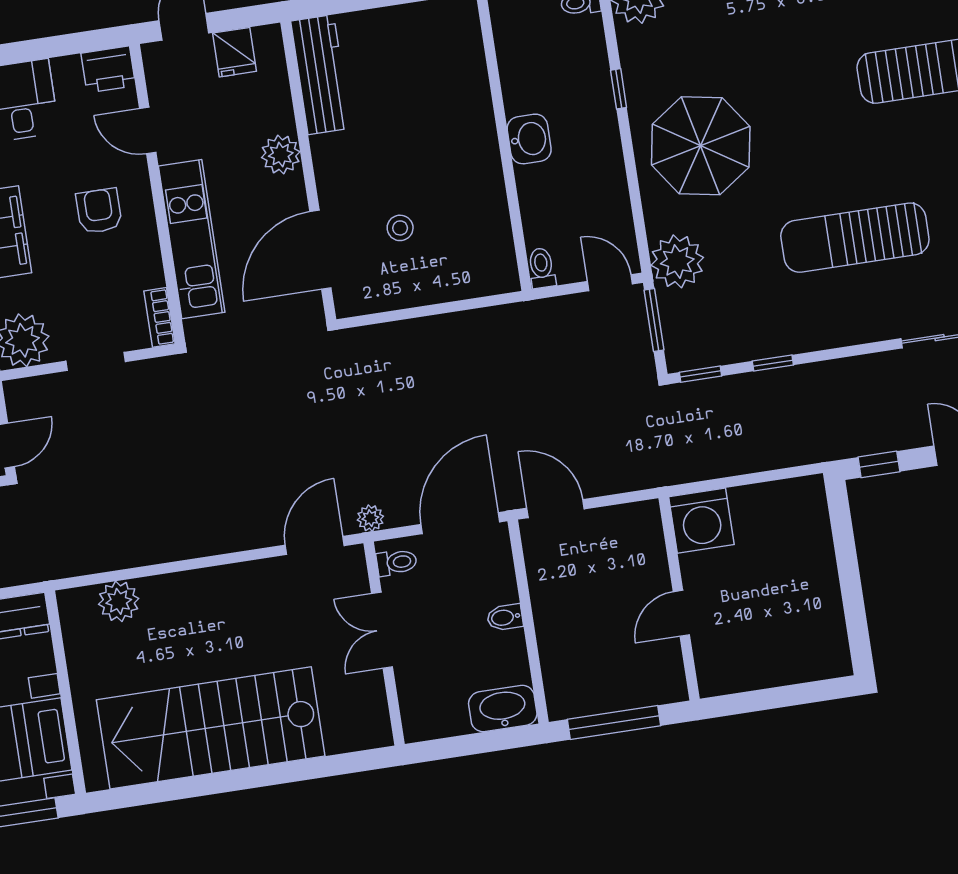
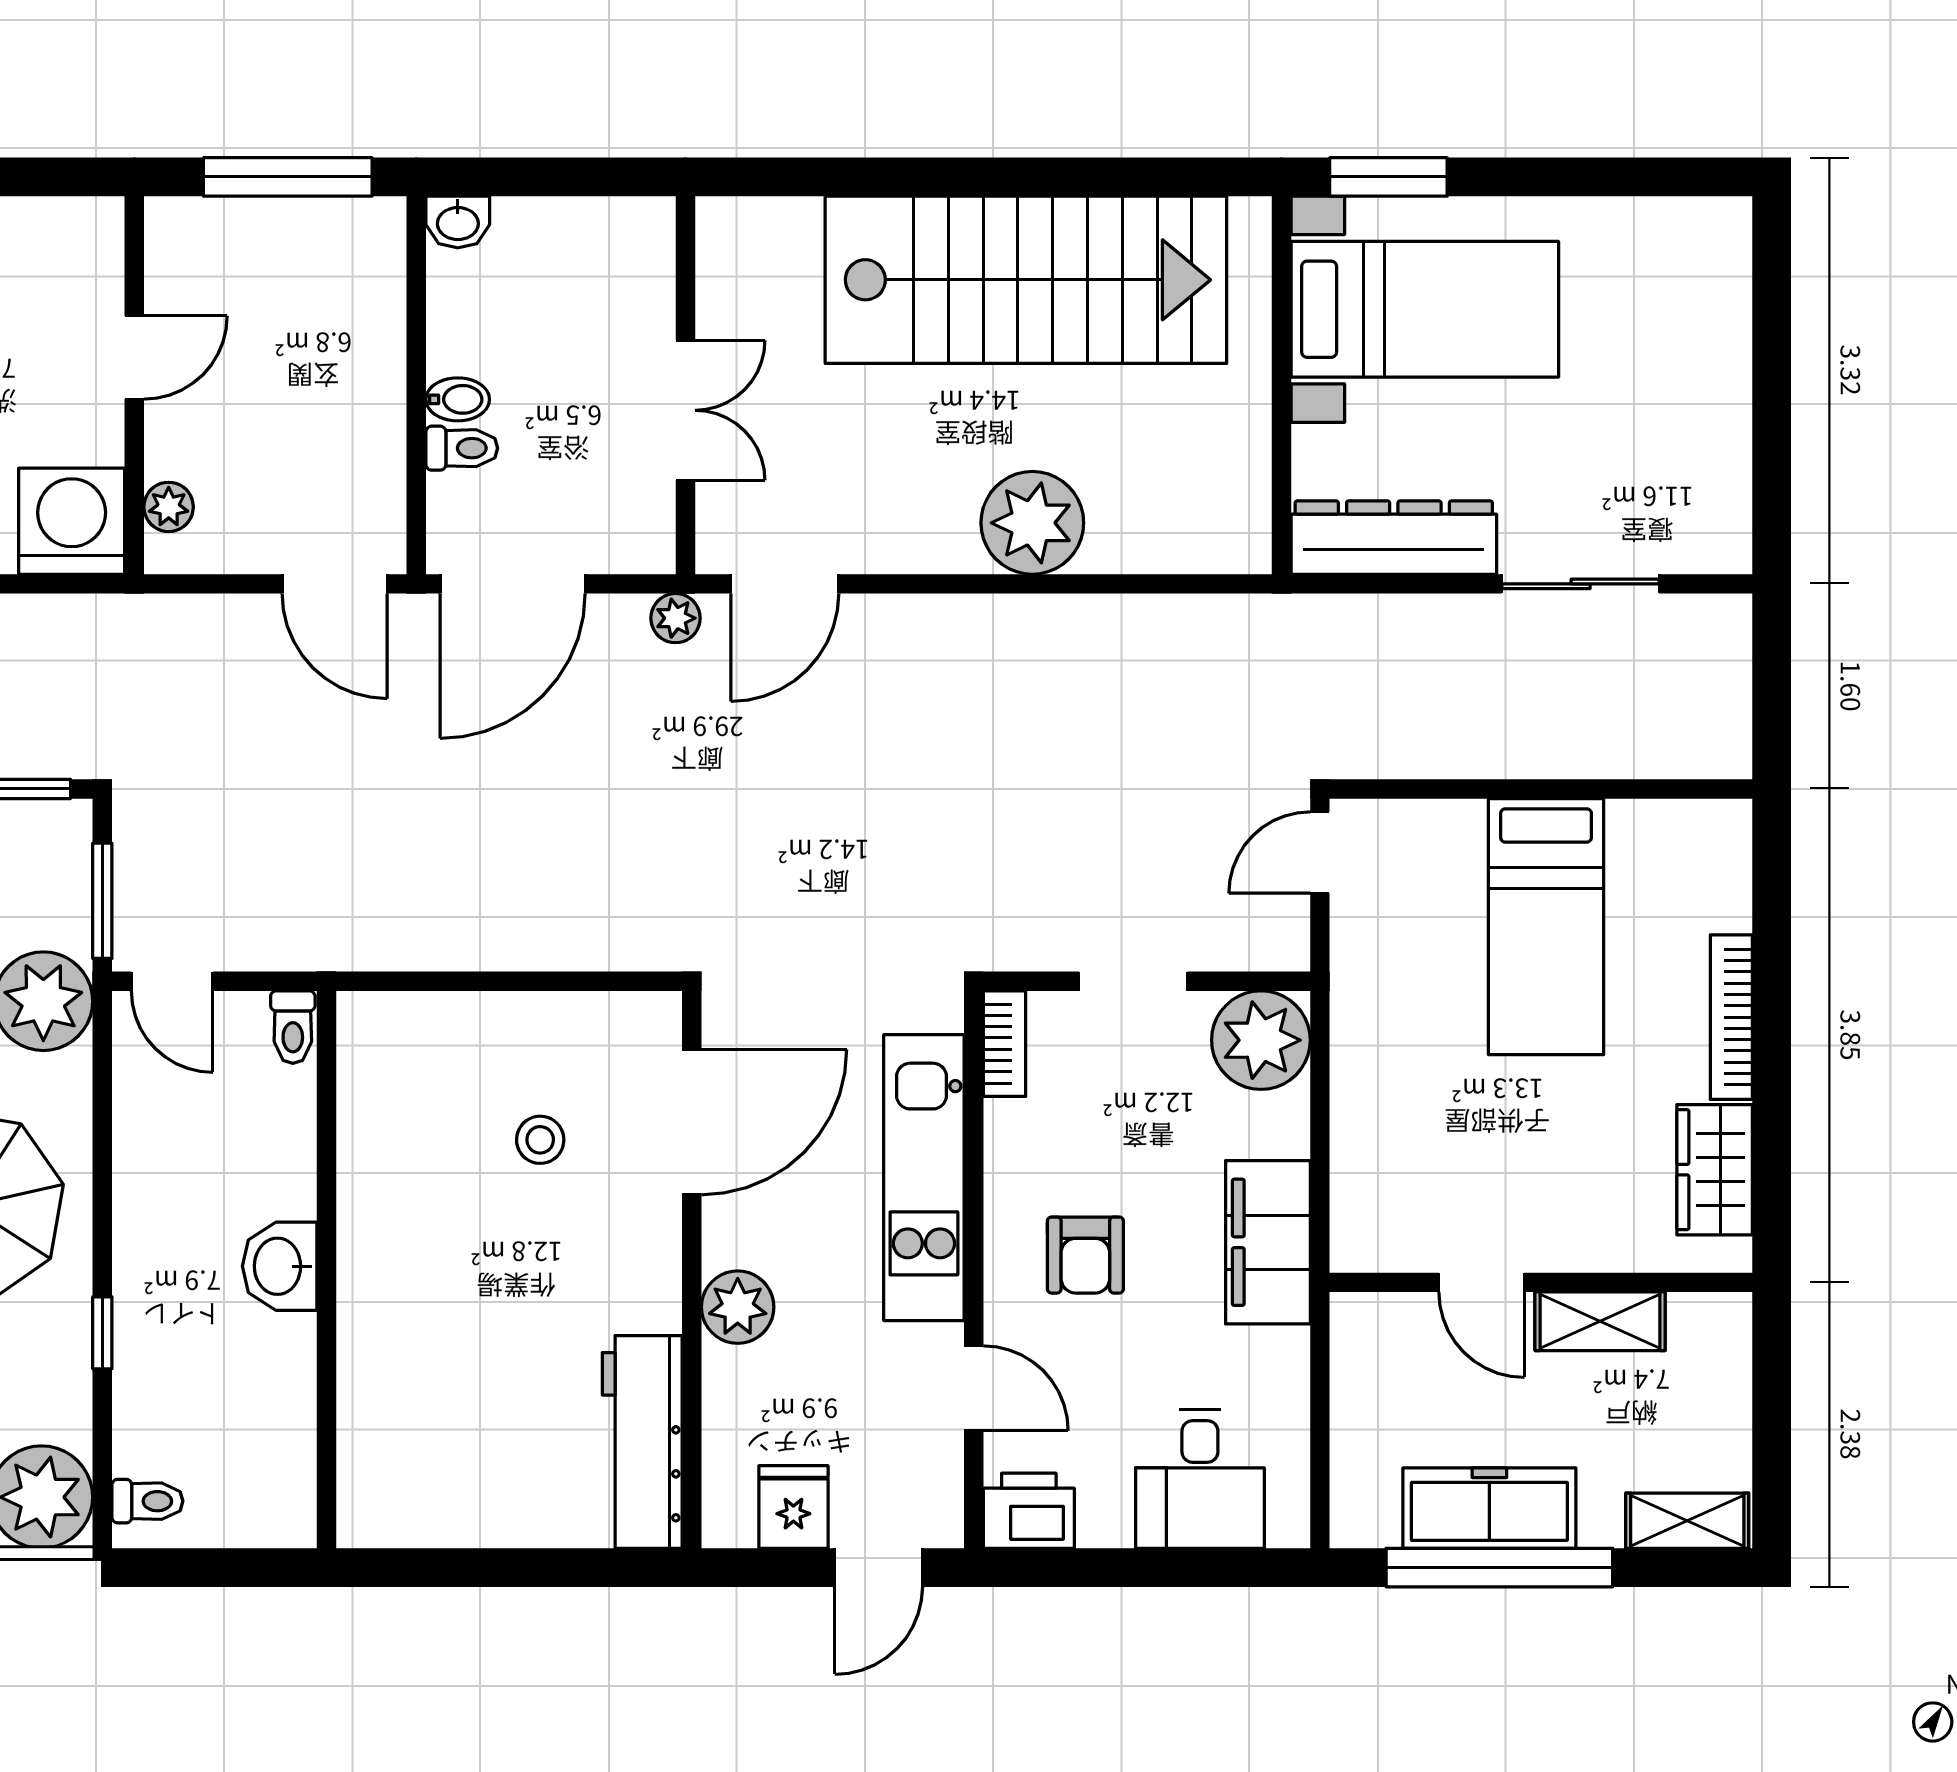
plant: (651, 536) -> (169, 507), added
toilet: (397, 562) -> (462, 448), moved, turned 180
plant: (119, 601) -> (1032, 523), moved, width x1.36, depth x1.36
washbasin: (503, 709) -> (458, 222), width x0.52, depth x0.69

